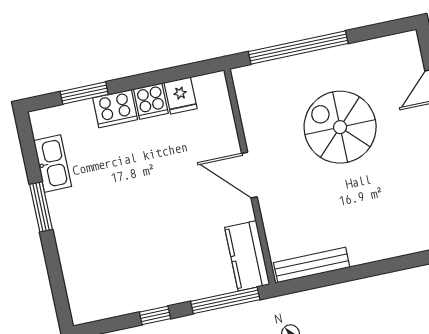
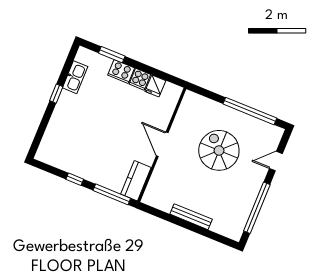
window: (298, 48) -> (250, 111), moved
window: (41, 207) -> (56, 94), width x0.67
bench: (312, 265) -> (191, 217), moved

